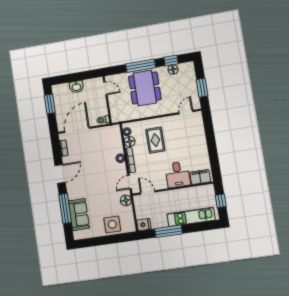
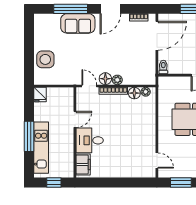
door: (77, 130) -> (157, 36), hinge flipped
rug: (155, 140) -> (131, 122), removed
door: (60, 174) -> (110, 9), hinge flipped
door: (148, 192) -> (75, 119), moved
floor lamp: (126, 200) -> (105, 79), moved
sofa: (79, 215) -> (78, 23), moved
window: (169, 231) -> (29, 136), moved

